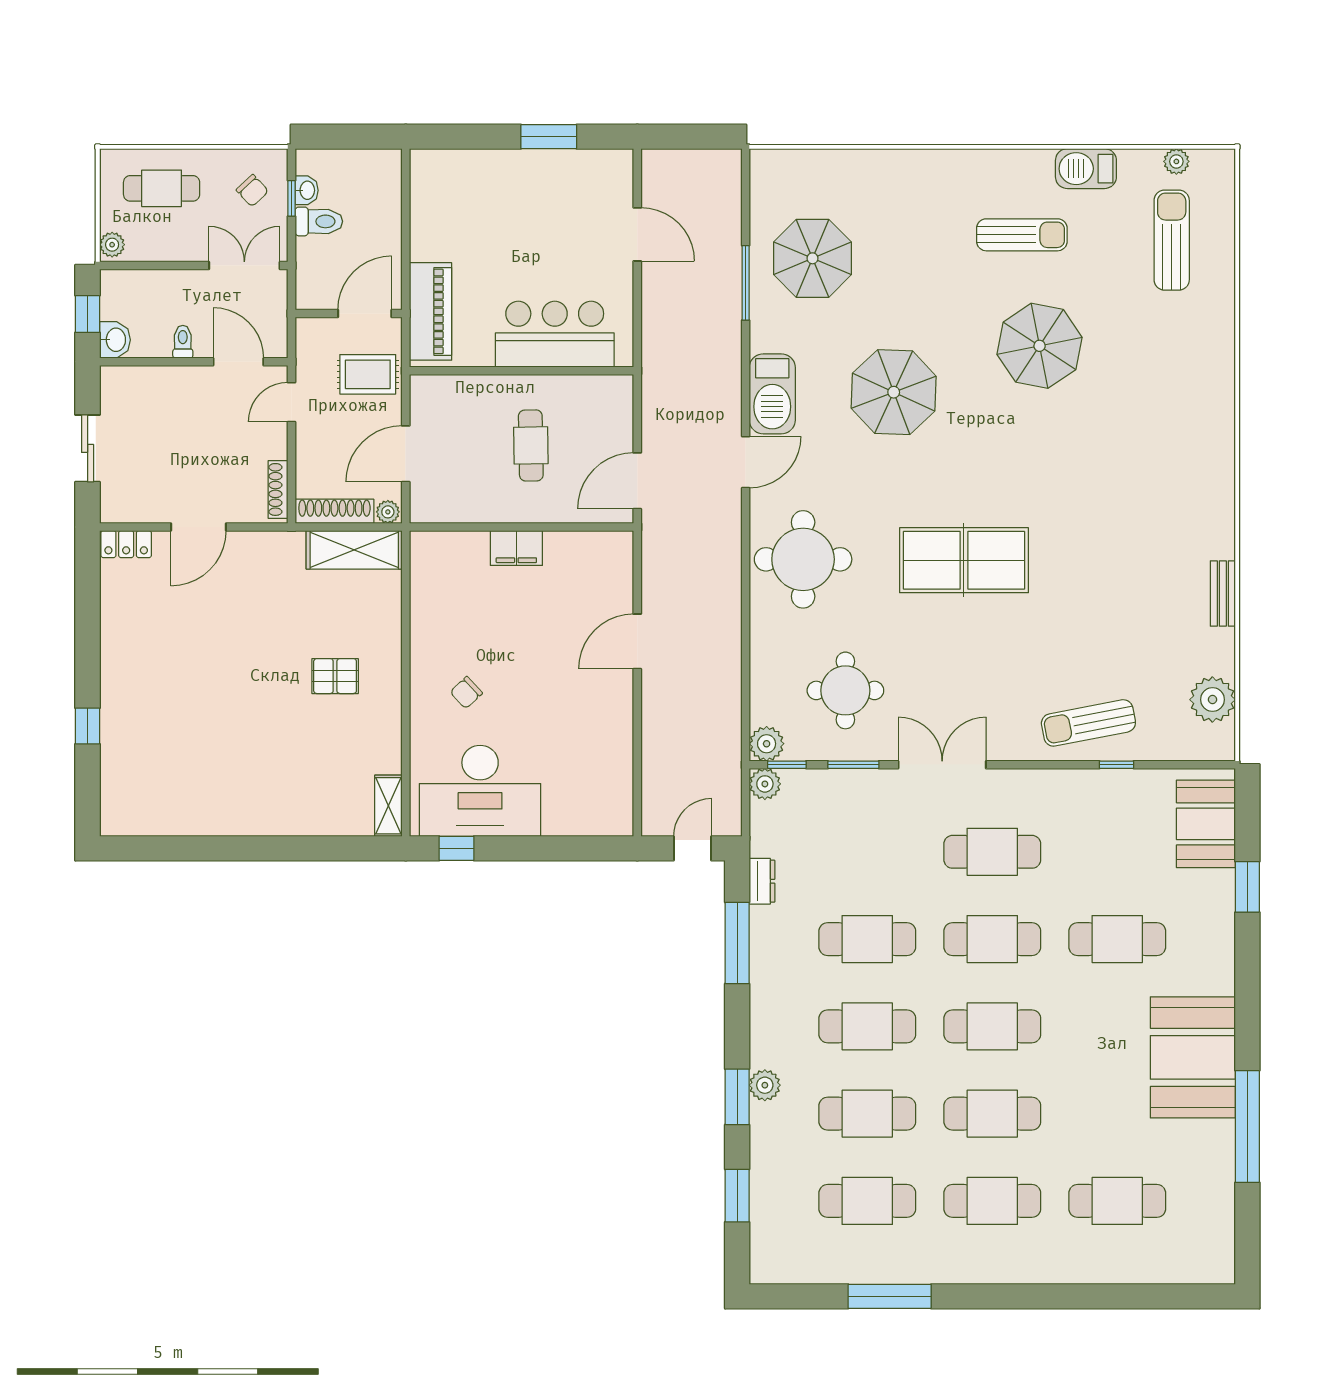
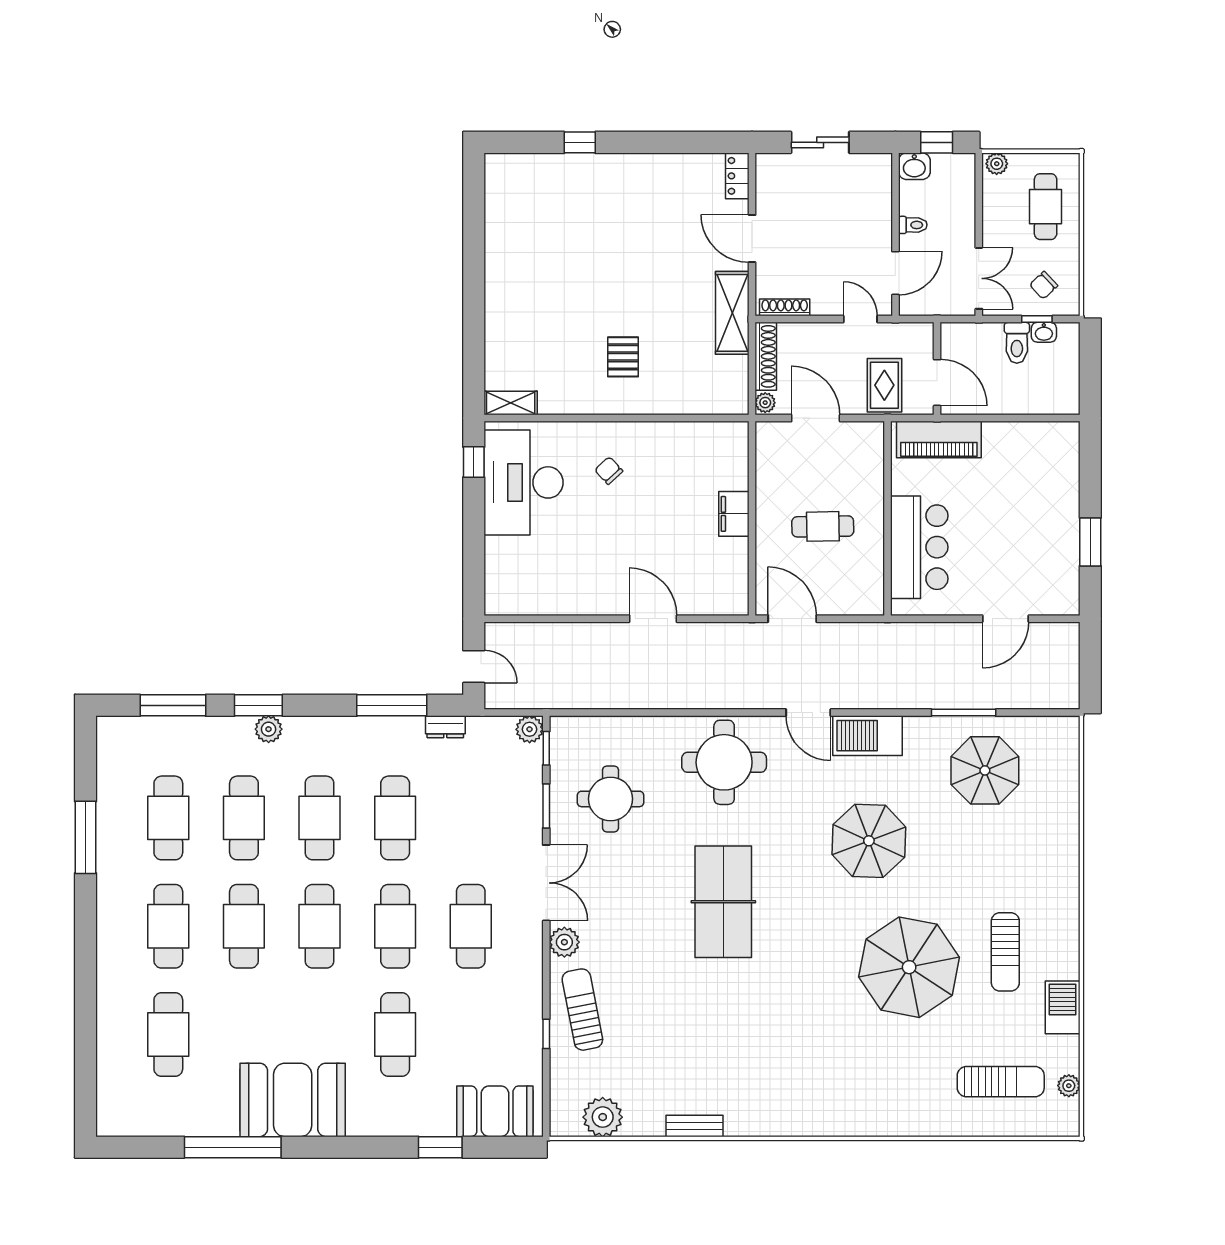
parasol: (1040, 346) -> (909, 967), width x1.36, depth x1.36
shelving: (354, 550) -> (732, 313), moved
plant: (767, 744) -> (564, 942), moved
window: (737, 1196) -> (173, 705), width x1.44

